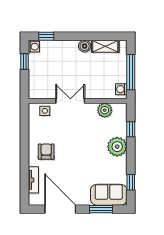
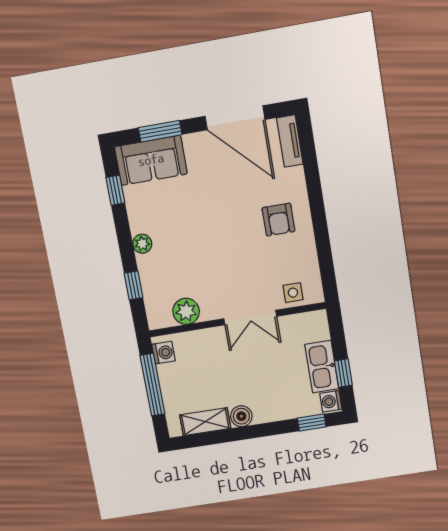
kitchen sink: (36, 67) -> (322, 367), added
plant: (117, 147) -> (142, 244), width x0.53, depth x0.53
tv unit: (33, 180) -> (290, 141), moved

